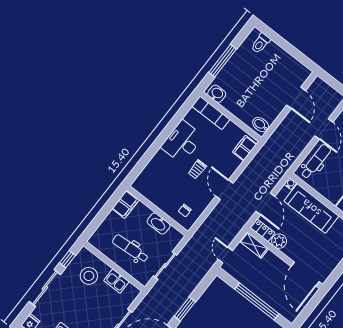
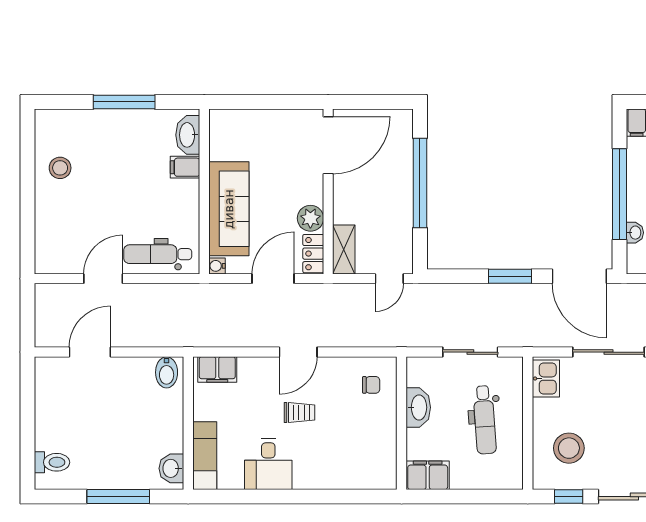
desk: (182, 142) -> (268, 464), width x0.73
kitchen sink: (116, 281) -> (546, 379), moved

